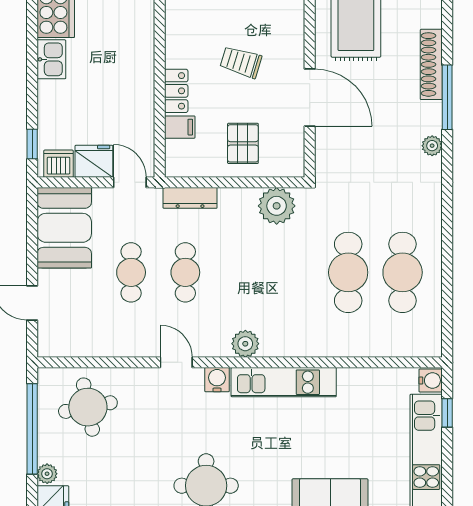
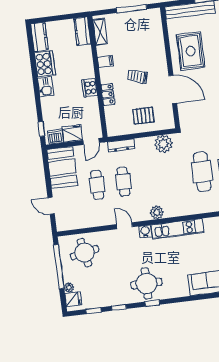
cooker: (141, 73) -> (90, 88), added
filing cabinet: (180, 127) -> (105, 61), moved
pallet: (243, 143) -> (143, 116), turned 90
door: (130, 182) -> (91, 141), swing flipped

